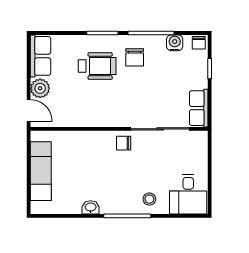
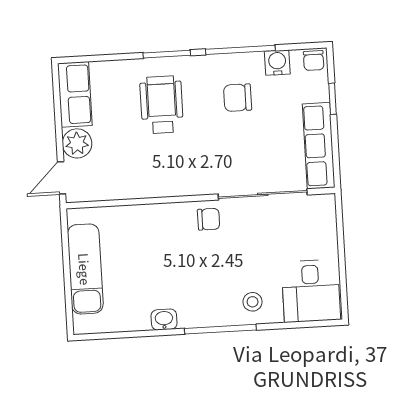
chair: (135, 57) -> (238, 98), moved, turned 90
wheelchair: (97, 66) -> (162, 105), turned -90
row of seats: (199, 108) -> (319, 146), width x1.48
door: (29, 110) -> (62, 178), swing flipped
chair: (124, 143) -> (209, 219), turned 180

